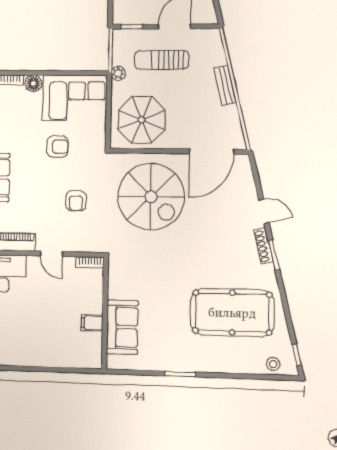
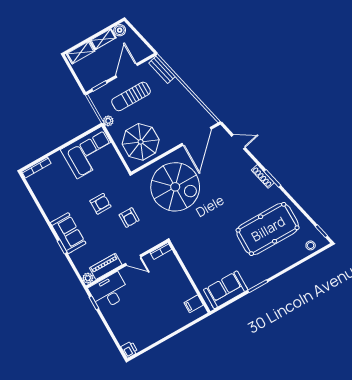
floor lamp: (33, 83) -> (57, 159), removed
bench: (225, 85) -> (162, 70), moved
armchair: (57, 147) -> (100, 204), moved
door: (264, 211) -> (238, 142), moved
filing cabinet: (92, 323) -> (194, 304), moved
sofa: (122, 327) -> (226, 290), moved, turned -90

